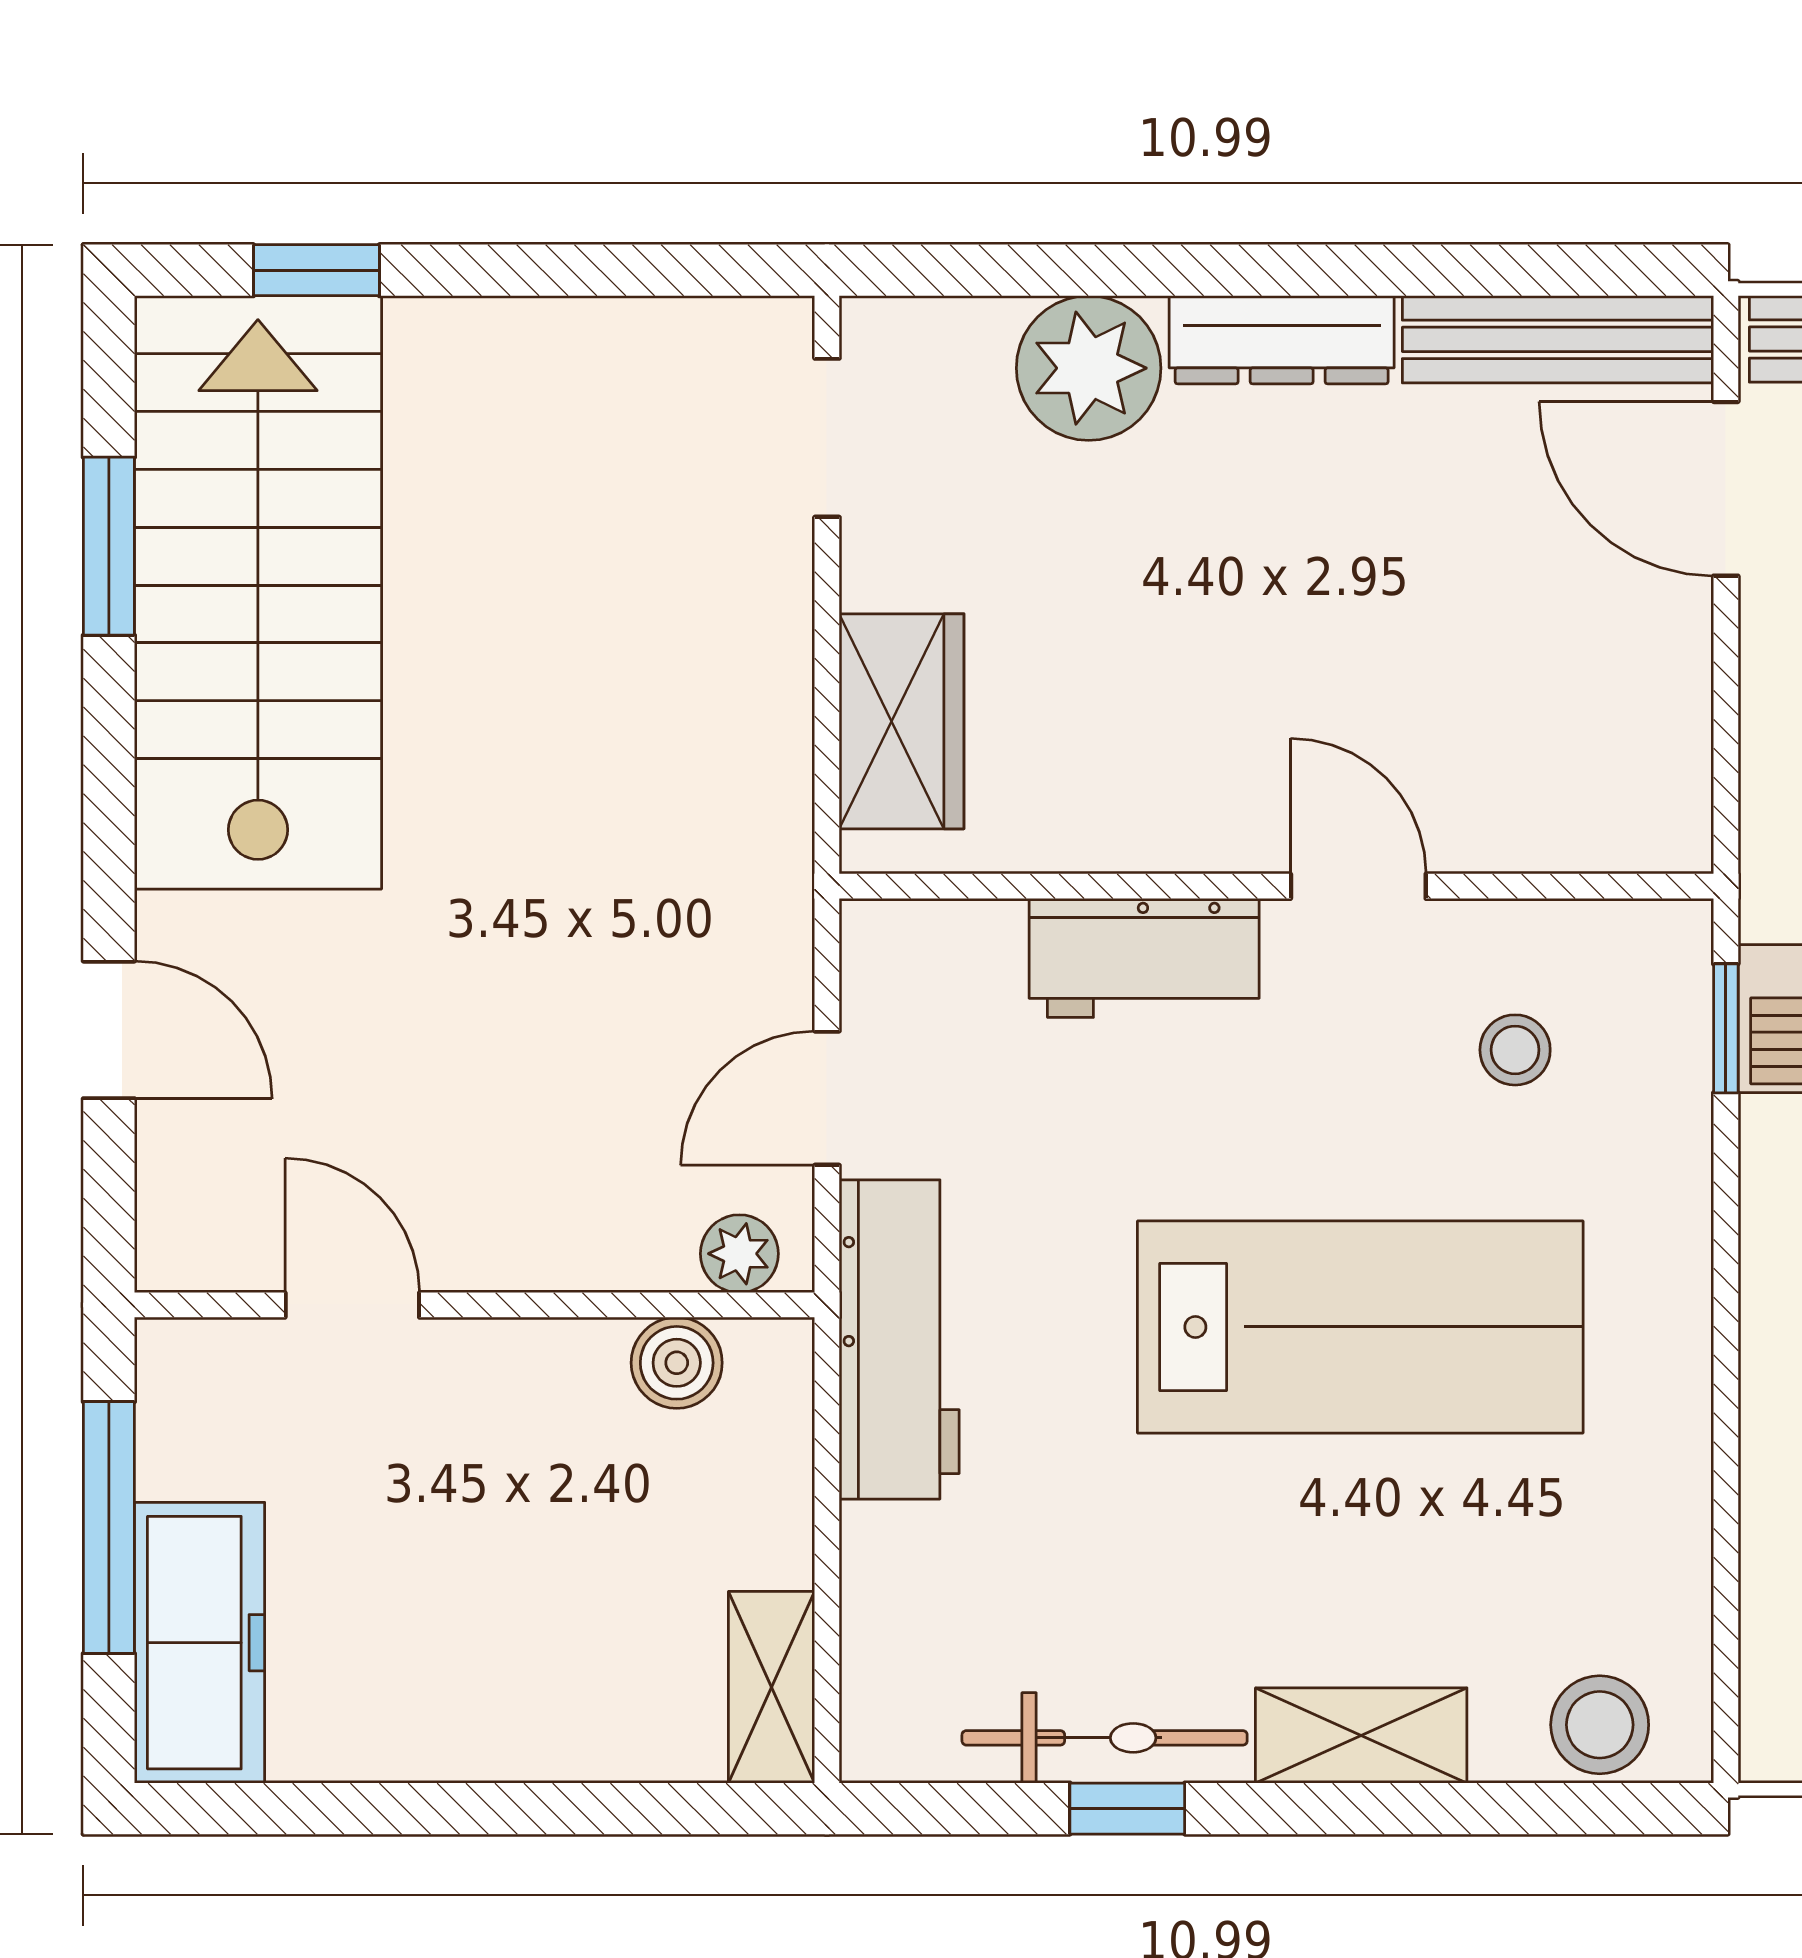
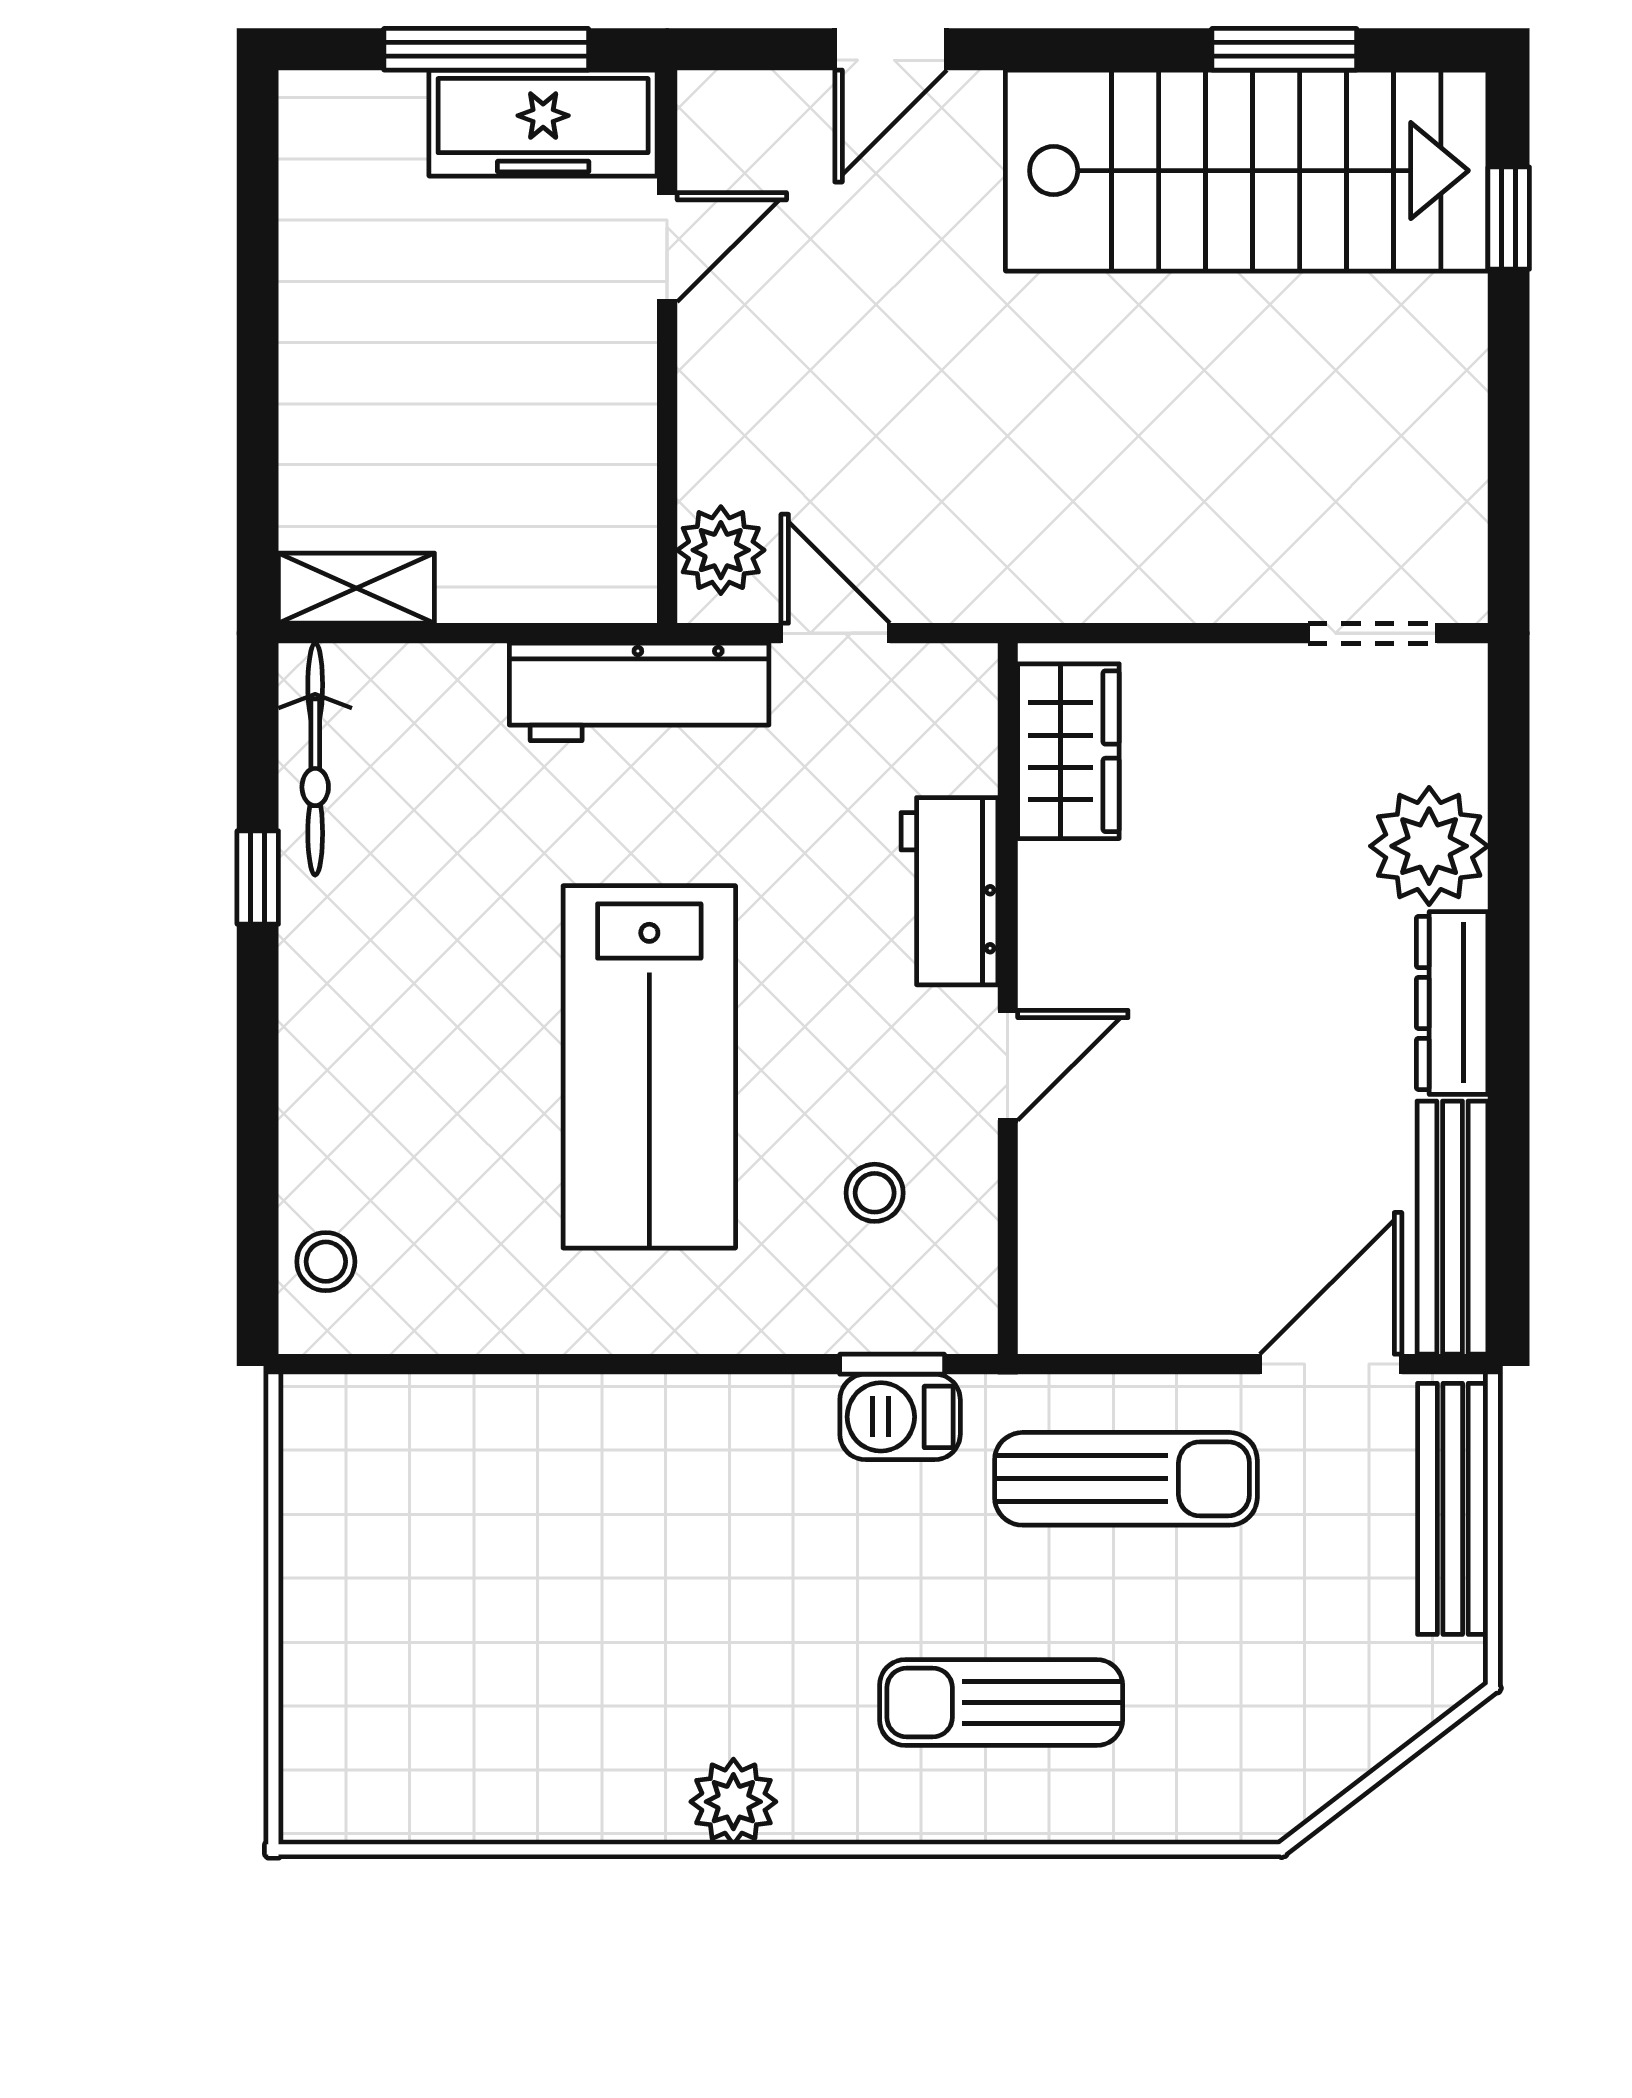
wardrobe: (902, 721) -> (1068, 751), moved, turned -90
plant: (739, 1254) -> (721, 550), width x1.38, depth x1.38
boiler: (677, 1363) -> (620, 511), removed
freezer: (200, 1643) -> (543, 123), moved
stool: (1600, 1725) -> (326, 1262), width x0.73, depth x0.73
shelving: (1361, 1735) -> (317, 1068), removed
bicycle: (1105, 1738) -> (315, 759), moved

